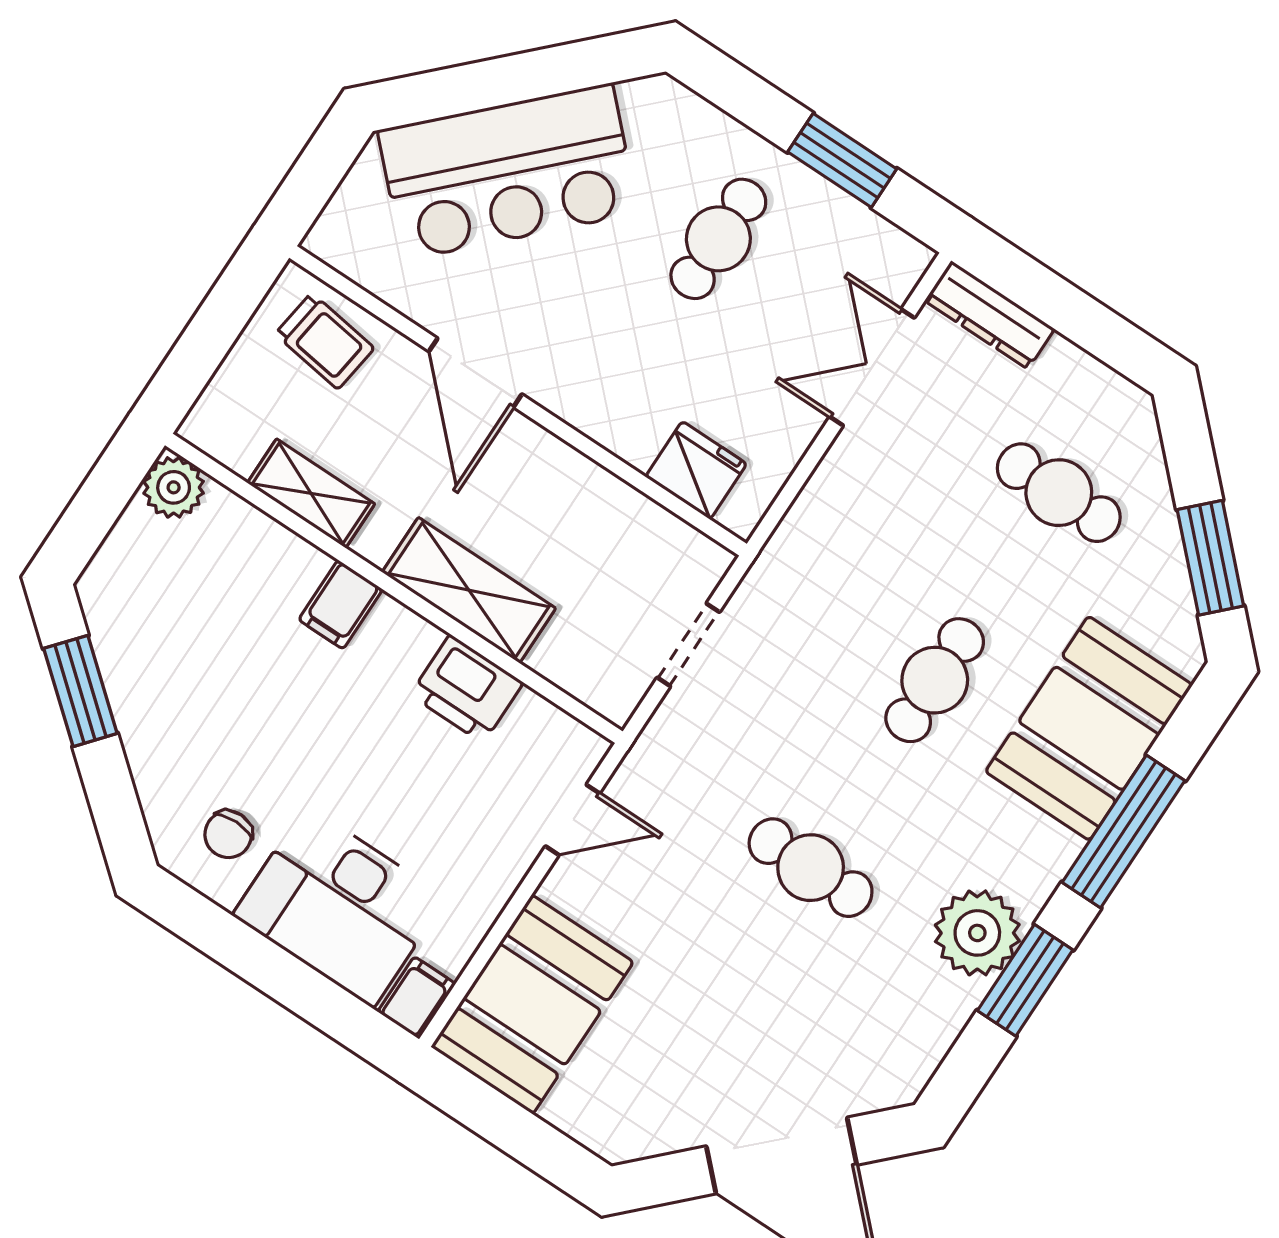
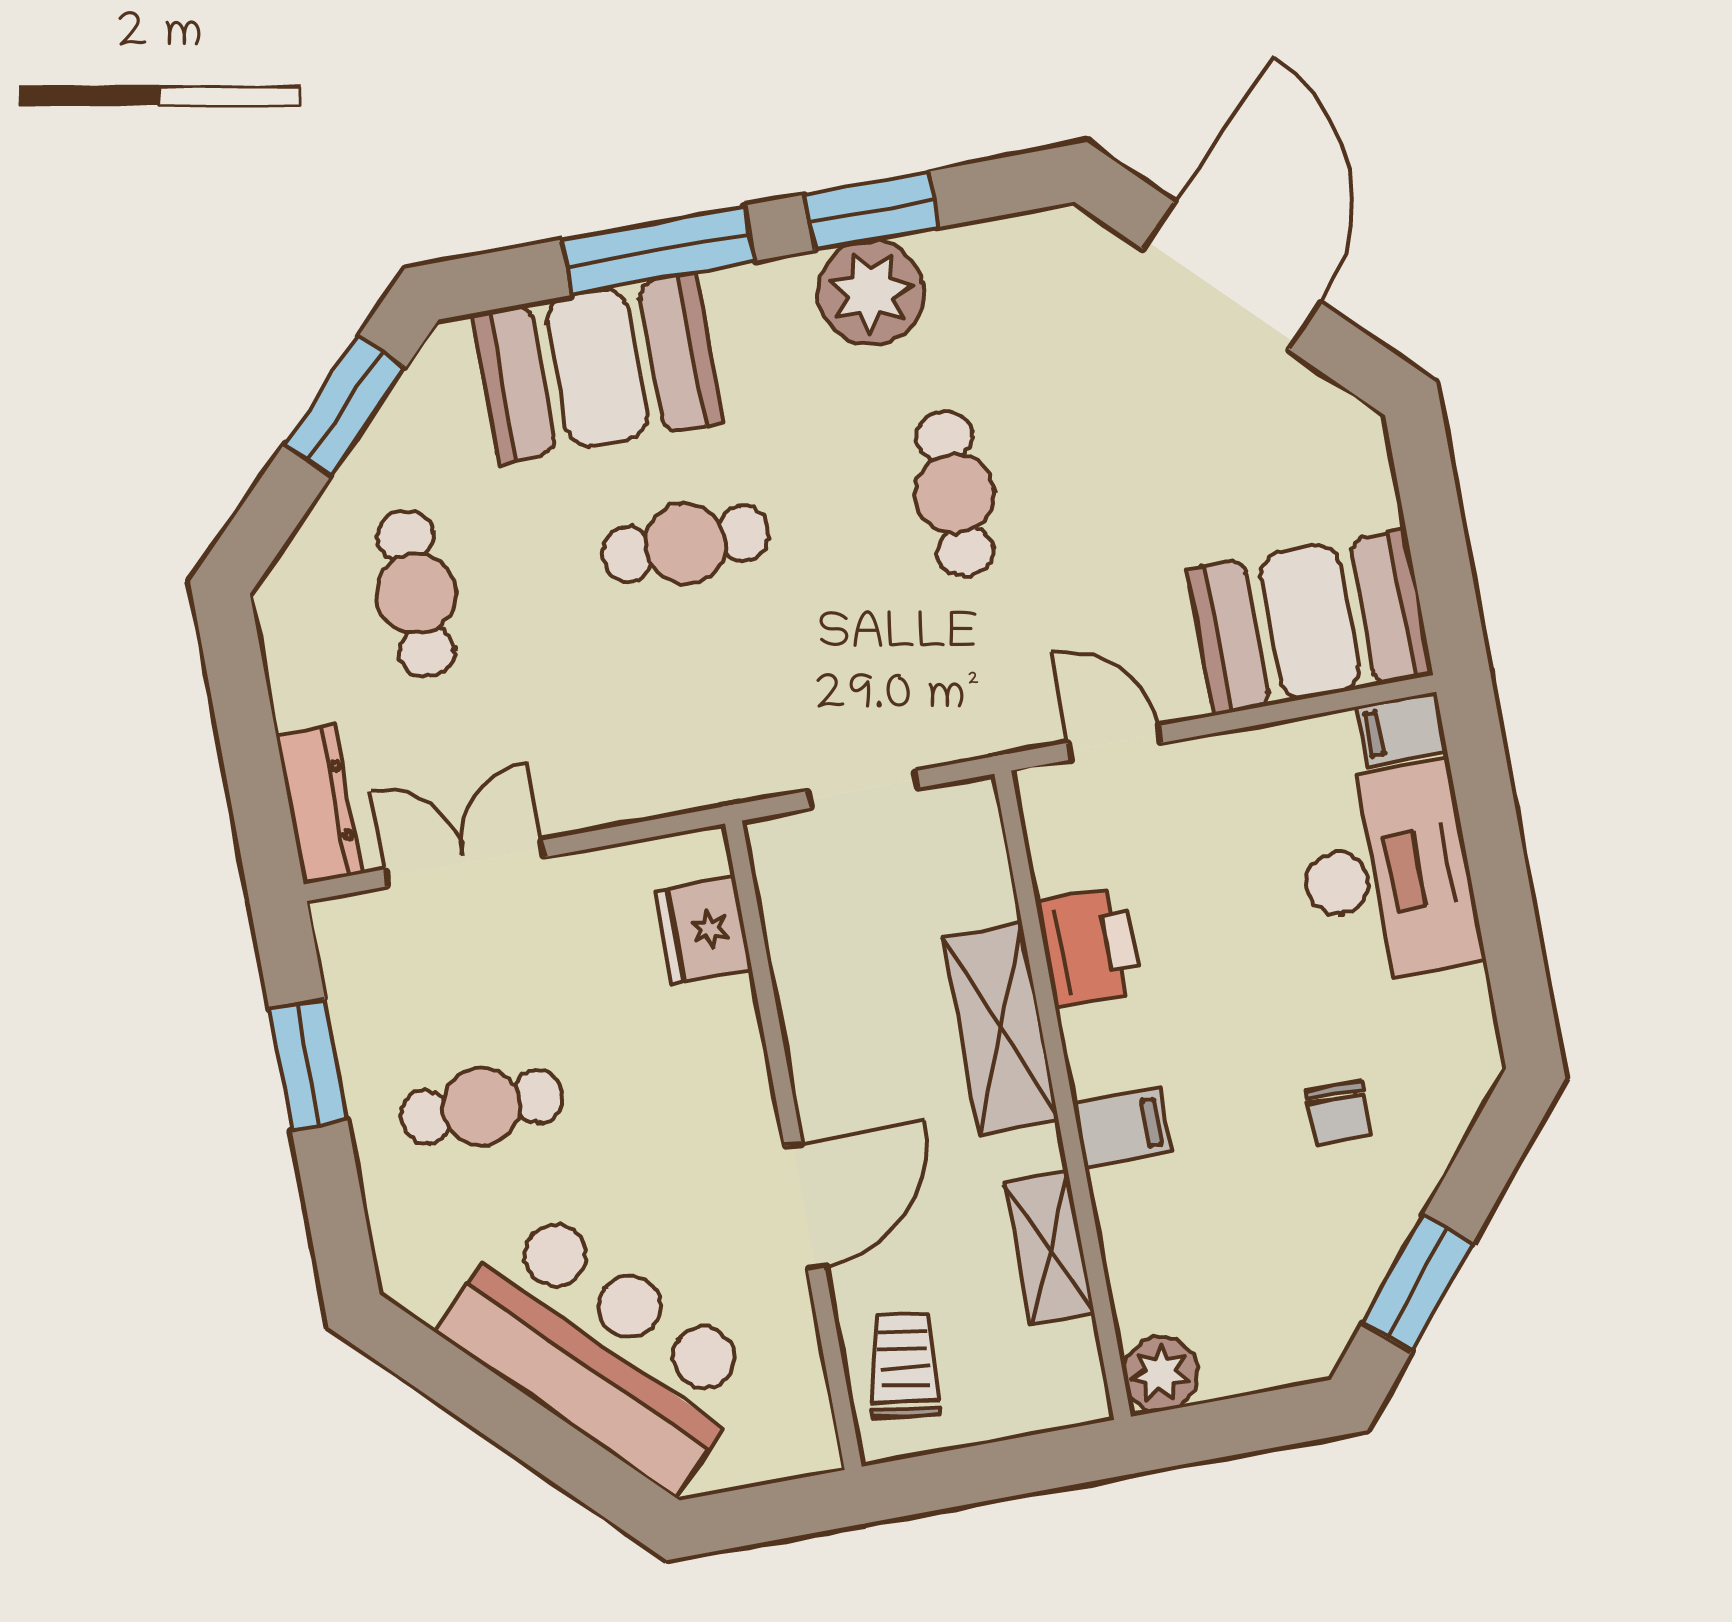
double door: (872, 367) -> (464, 863), swing flipped
chair: (228, 834) -> (1339, 1113), moved, turned 90

